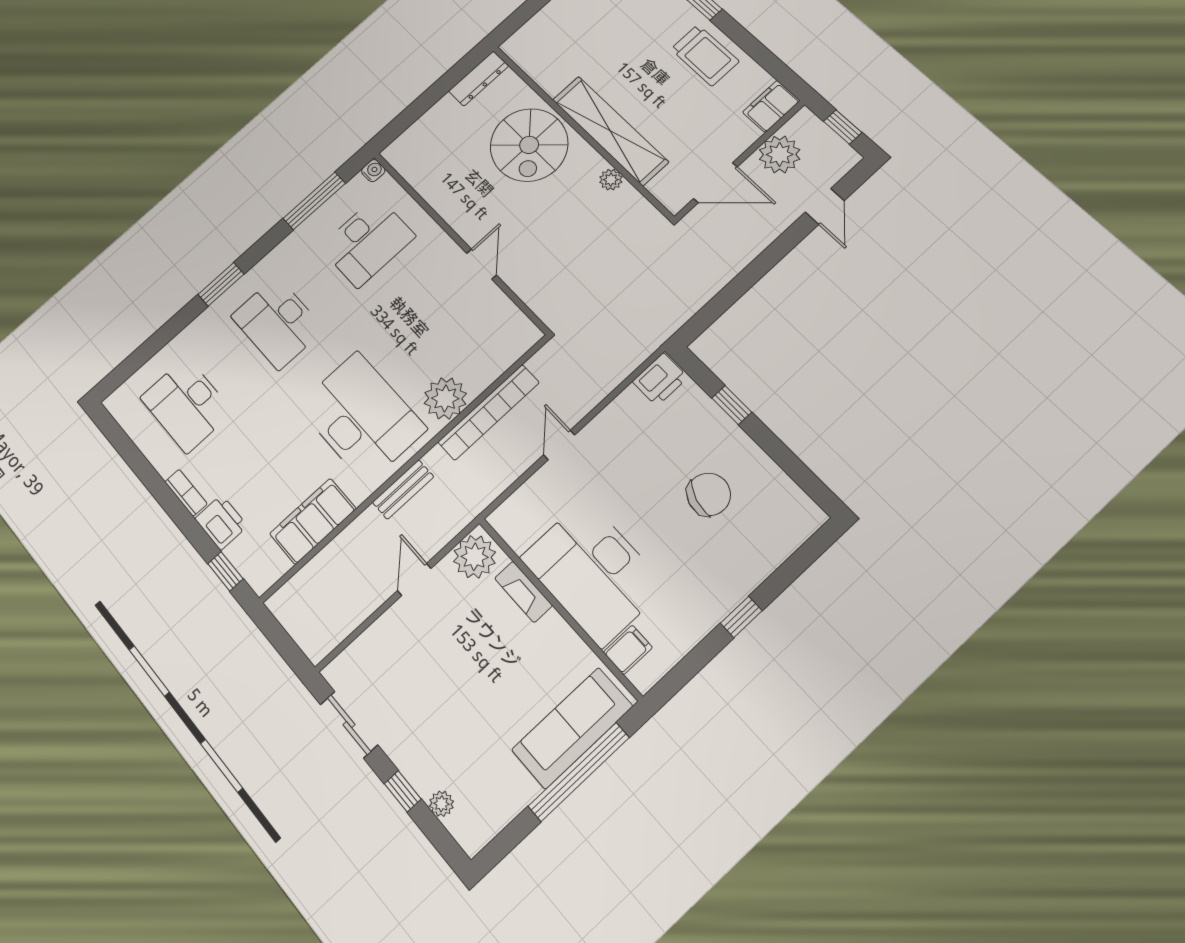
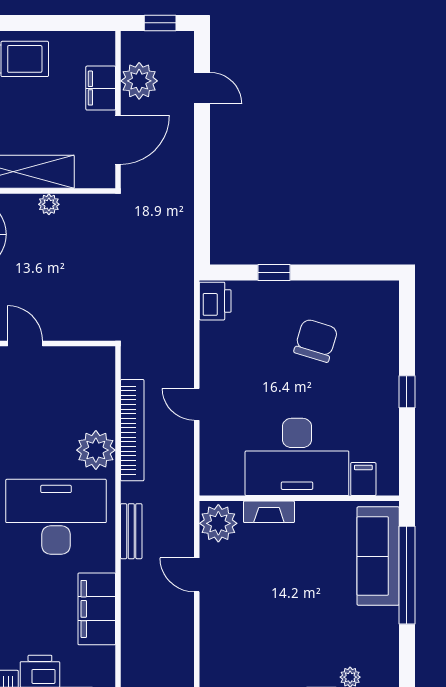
filing cabinet: (771, 106) -> (101, 88), moved

